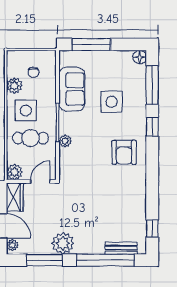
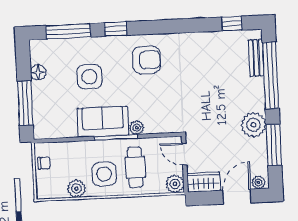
floor lamp: (140, 57) -> (38, 72), moved
chair: (34, 72) -> (44, 163), moved
sofa: (72, 89) -> (103, 122), moved

